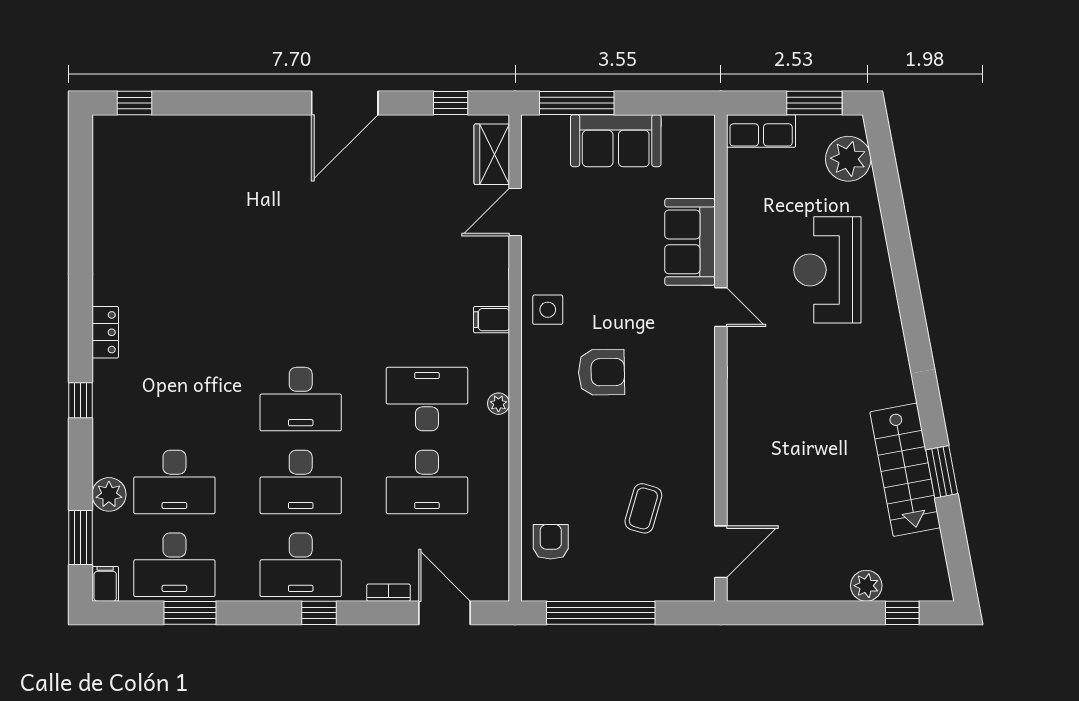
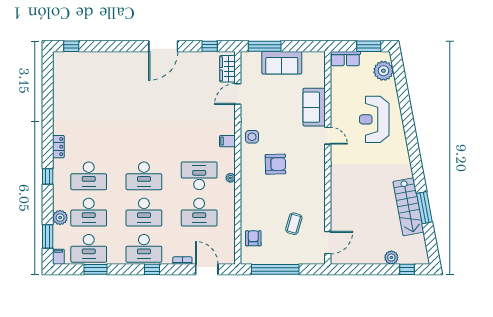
desk: (174, 399) -> (89, 176), added
window: (942, 472) -> (424, 208), width x1.44

